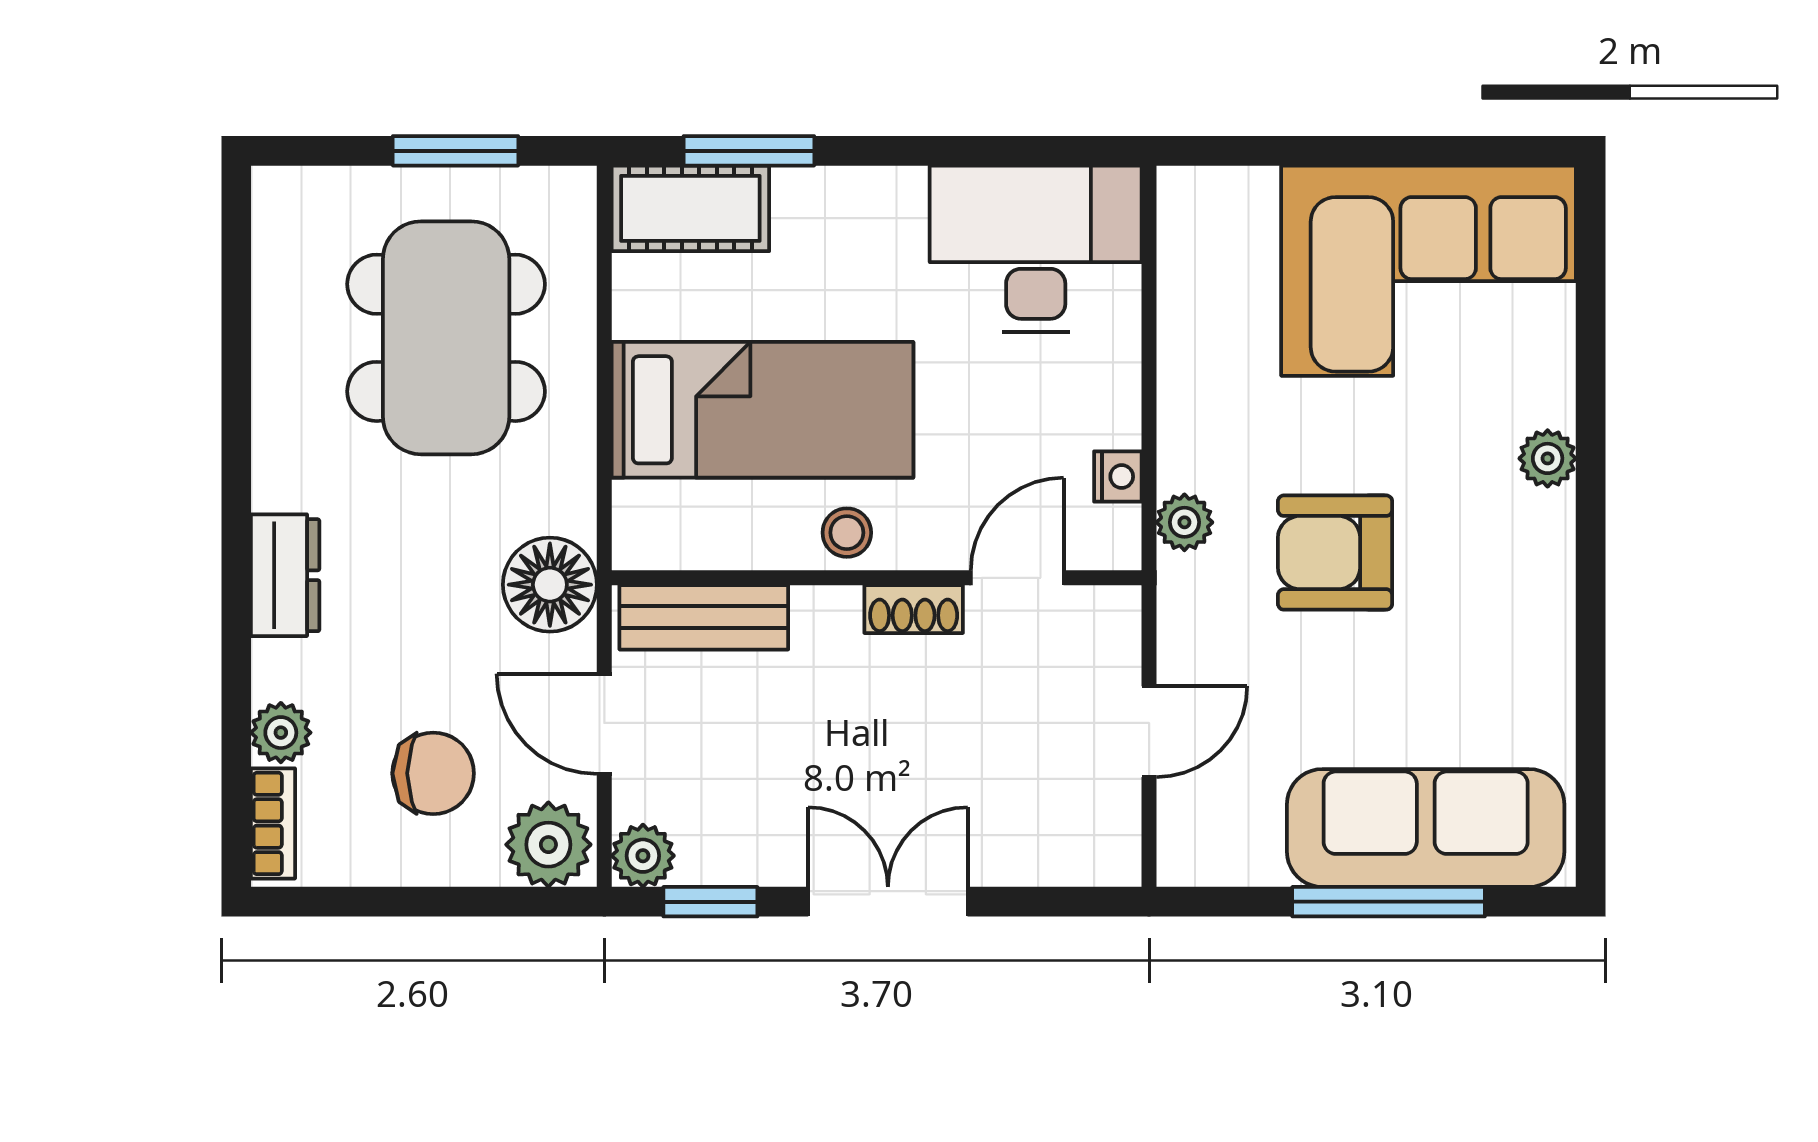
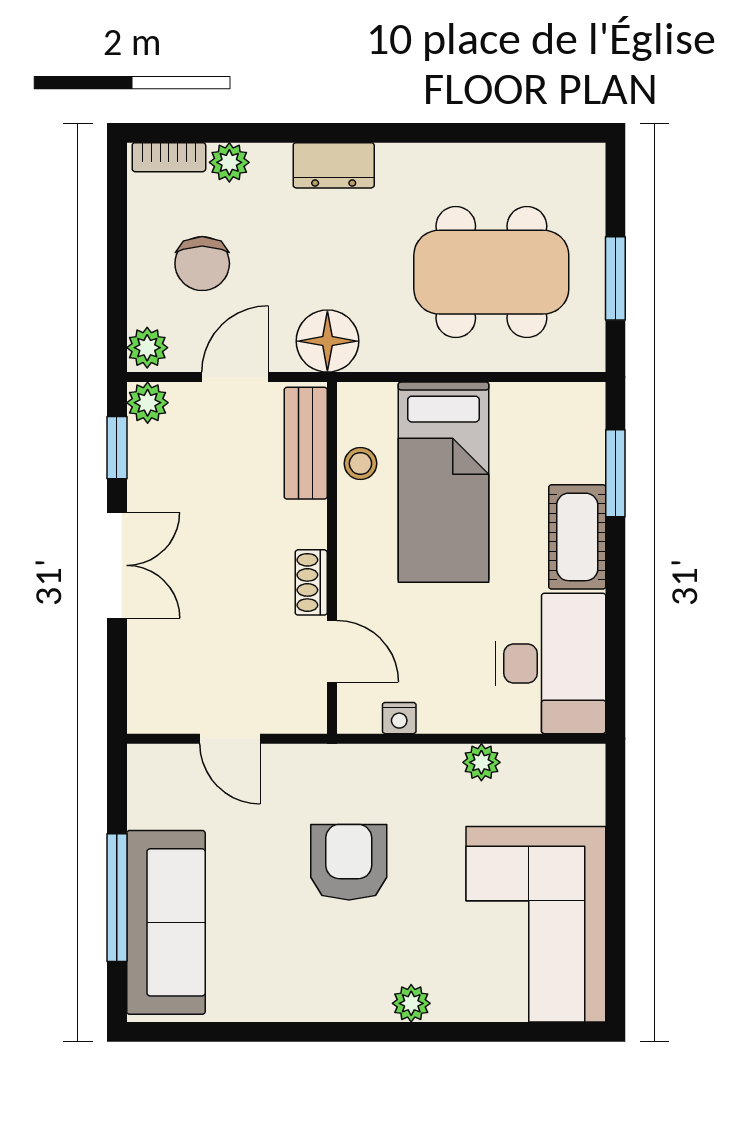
cot: (690, 208) -> (577, 537), moved
plant: (1184, 522) -> (481, 762), moved
stool: (847, 533) -> (360, 463), moved
plant: (548, 845) -> (147, 348), width x0.73, depth x0.73

